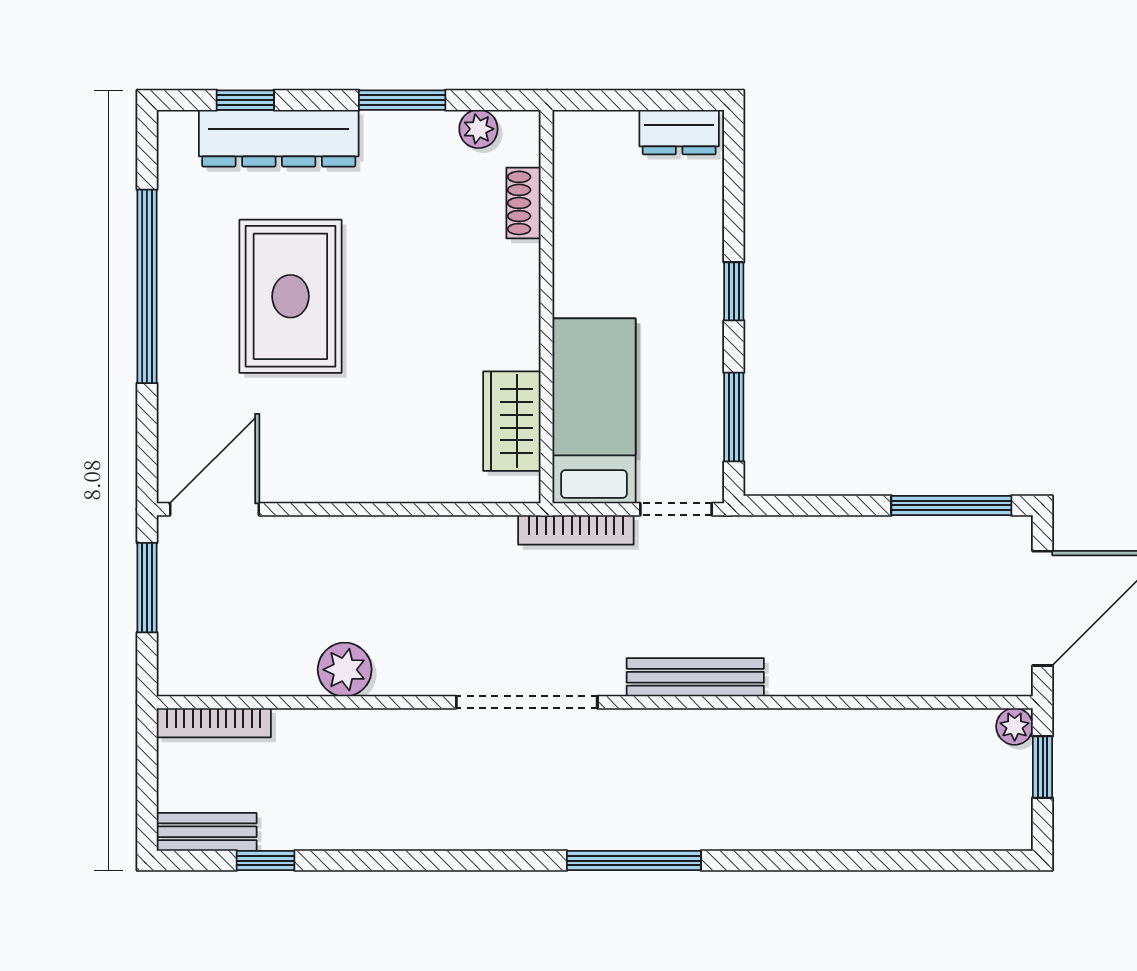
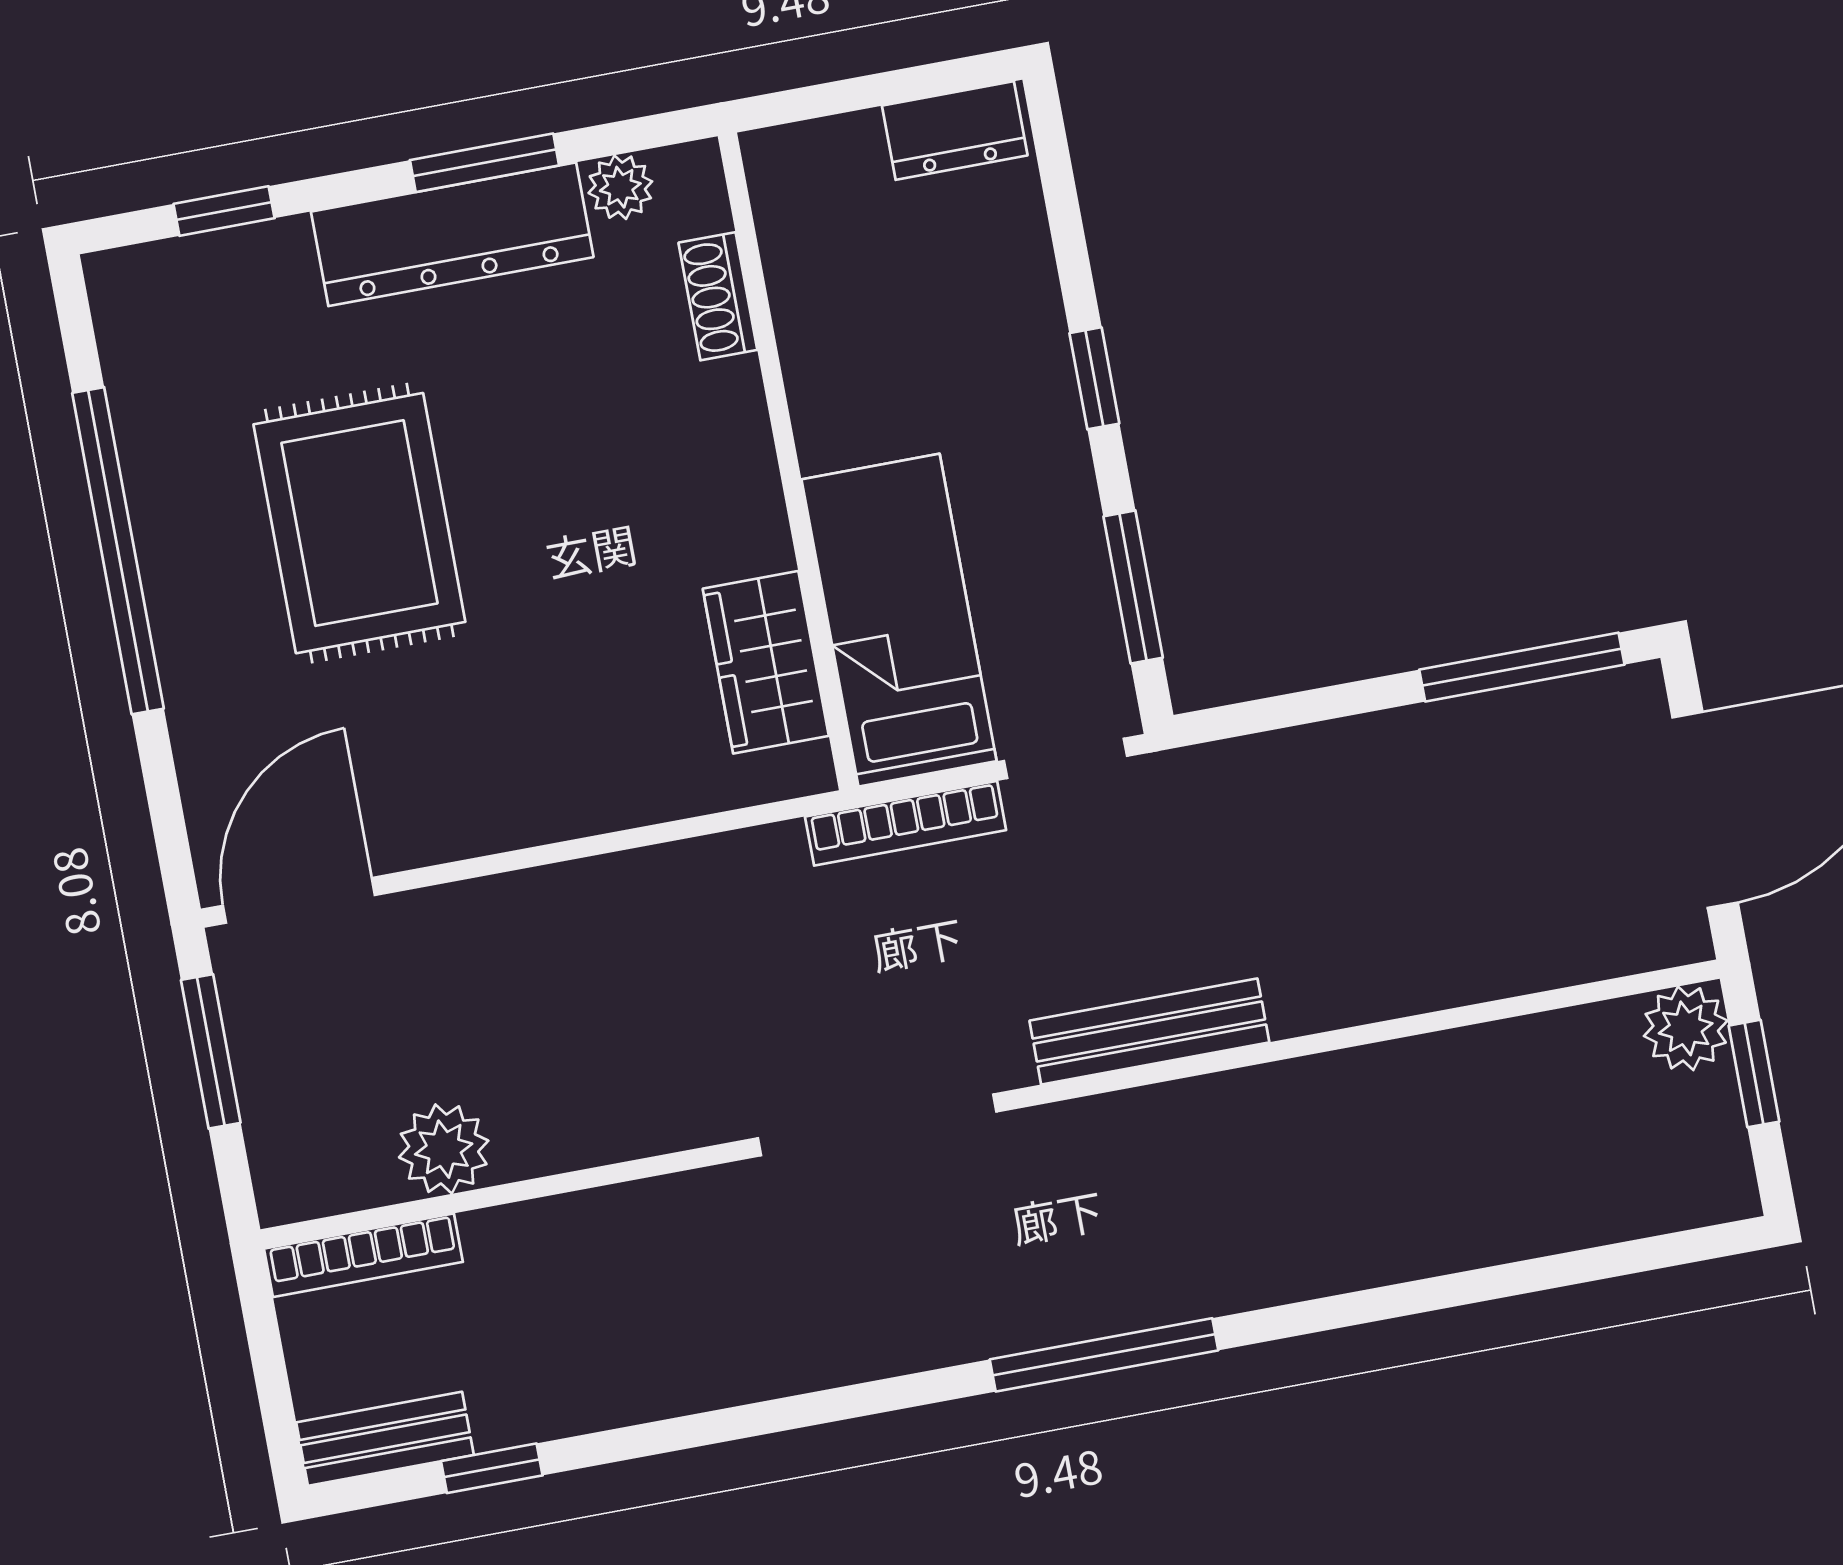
dresser: (279, 138) -> (452, 234), moved
plant: (345, 670) -> (444, 1149), moved
plant: (1015, 726) -> (1686, 1028), width x1.38, depth x1.38

